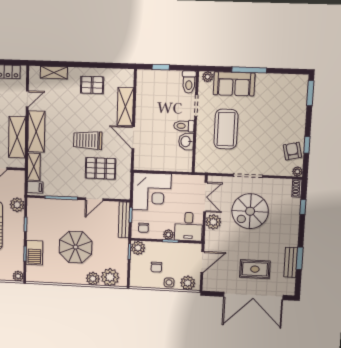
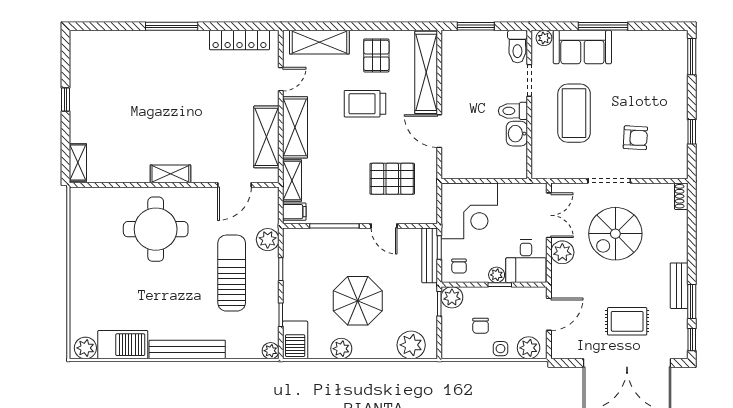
window: (161, 67) -> (476, 26), width x1.50
shelving: (54, 73) -> (319, 42), width x1.50, depth x1.33
pallet: (92, 85) -> (376, 55), turned 90
shelving: (125, 107) -> (426, 72), width x1.47
trolley: (88, 140) -> (365, 104), moved
armchair: (292, 151) -> (635, 138), moved, turned 106
plant: (297, 172) -> (680, 172), removed
door: (94, 199) -> (384, 226), hinge flipped
window: (303, 207) -> (692, 340), moved
barbecue: (34, 253) -> (295, 340), moved
bench: (291, 262) -> (679, 286), moved
plant: (93, 279) -> (341, 349), moved

